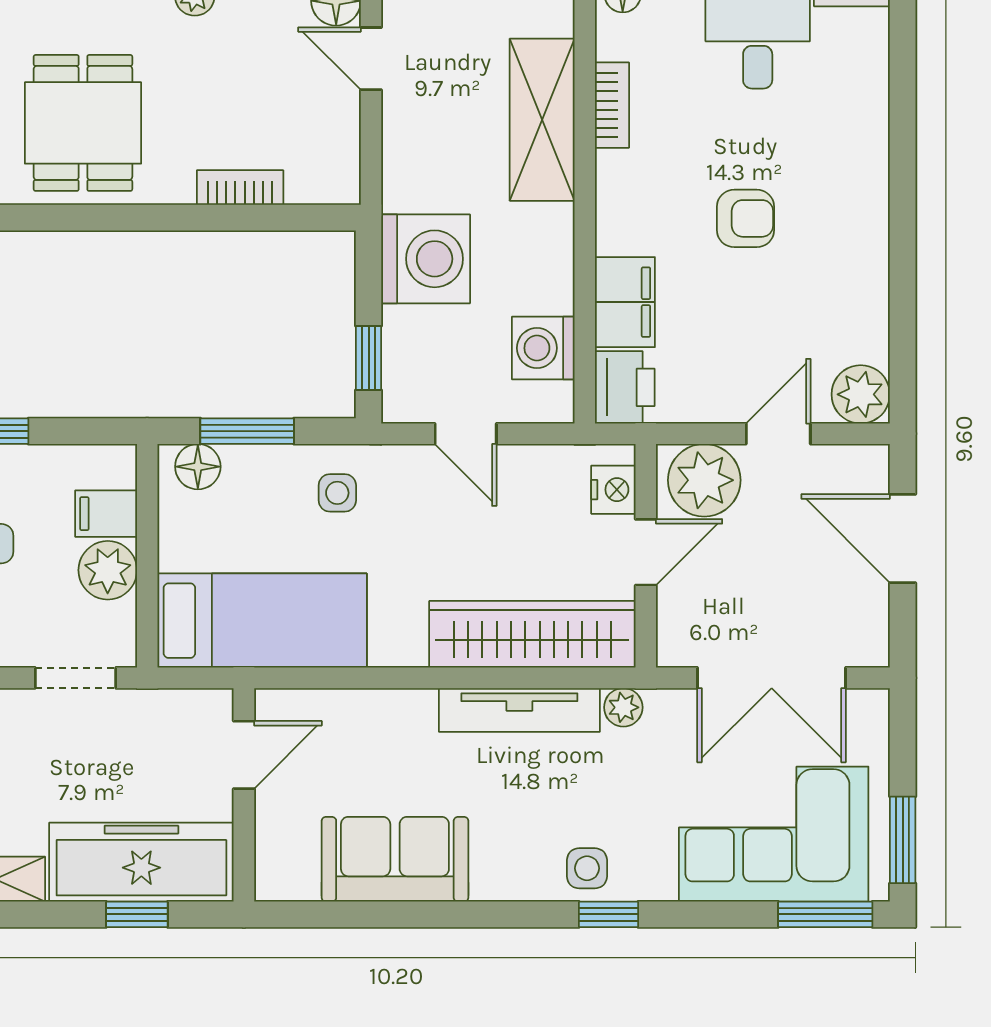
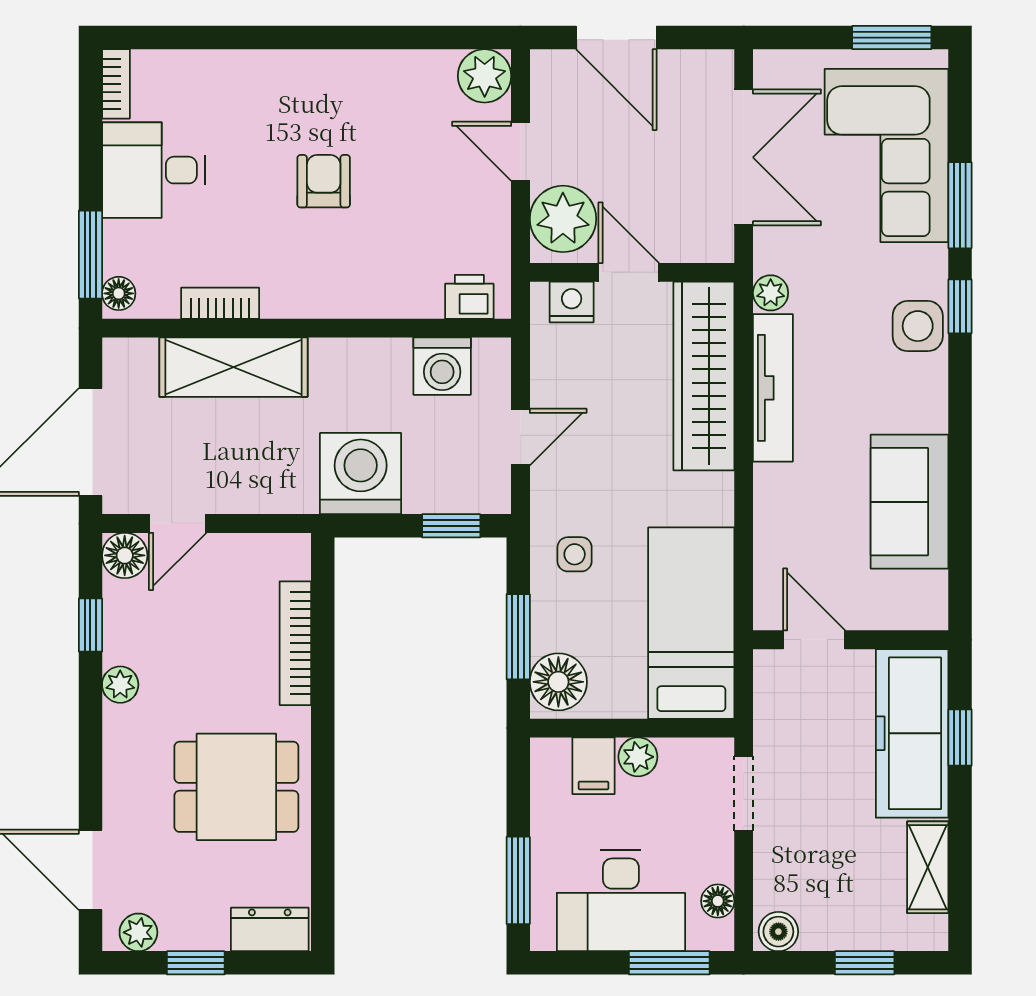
bookcase: (240, 188) -> (295, 643), width x1.56
filing cabinet: (625, 302) -> (400, 291), removed
printer: (625, 387) -> (469, 297), width x0.73, depth x0.81
floor lamp: (198, 467) -> (558, 682), width x1.38, depth x1.38
door: (903, 538) -> (616, 38), hinge flipped
plant: (108, 570) -> (638, 757), width x0.73, depth x0.73
side table: (587, 868) -> (918, 326), width x1.37, depth x1.37
window: (825, 914) -> (960, 205), moved

